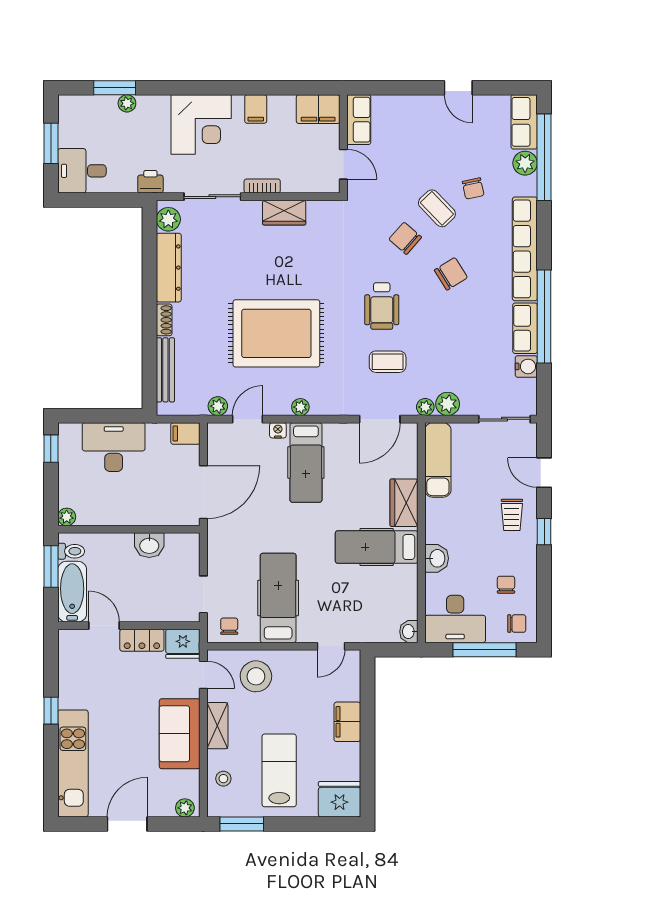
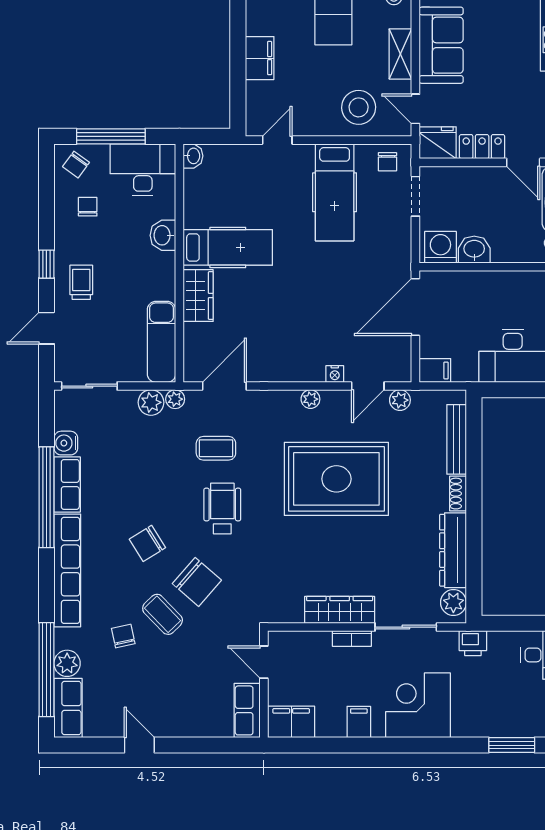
plant: (127, 103) -> (498, 728), removed
wardrobe: (284, 213) -> (340, 610), width x1.50
chair: (405, 238) -> (197, 582), width x1.37, depth x1.37
hospital bed: (306, 462) -> (304, 339), removed
door: (544, 473) -> (46, 328), swing flipped
washing machine: (180, 547) -> (440, 247), added
chair: (506, 585) -> (88, 207), turned 180
chair: (517, 624) -> (76, 165), turned -54

